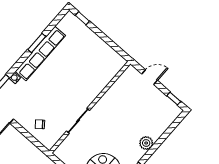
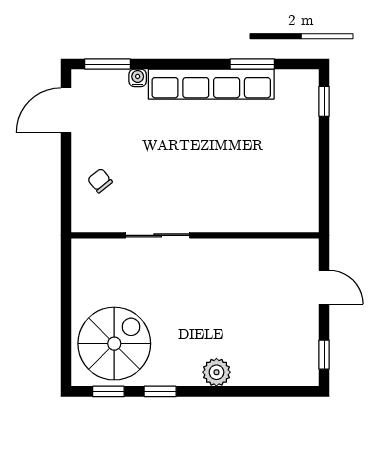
window: (37, 43) -> (252, 64), moved

